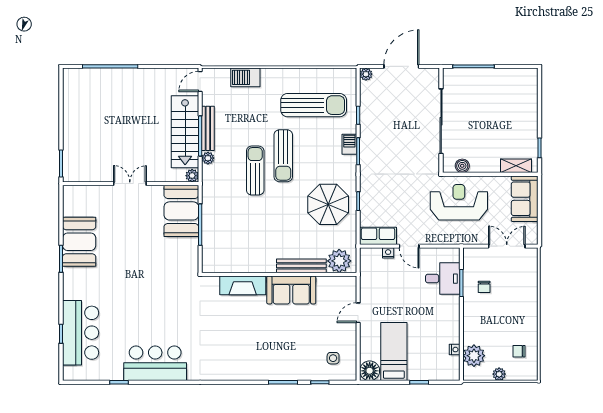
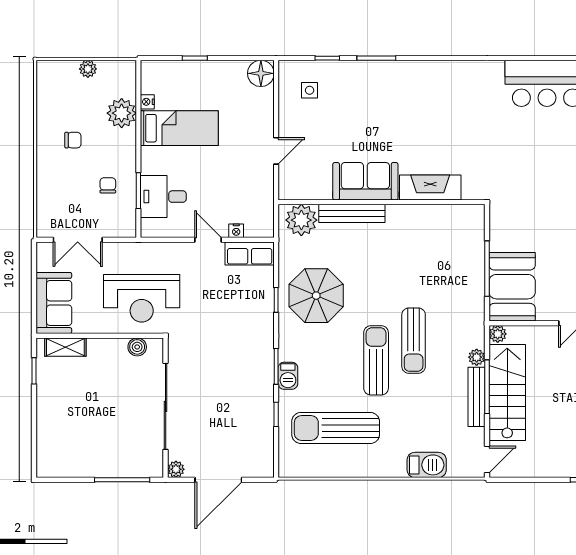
plant: (366, 74) -> (176, 469), moved
chair: (519, 351) -> (73, 140), moved
bed: (394, 352) -> (179, 128), moved, turned -90
plant: (474, 356) -> (122, 113), moved

